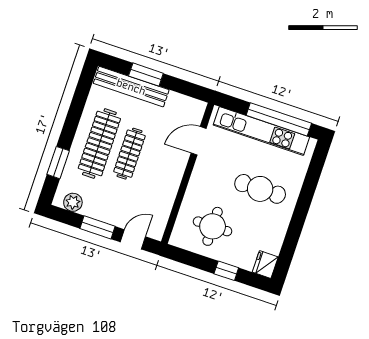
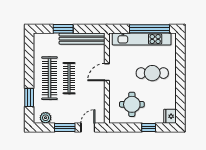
bench: (131, 87) -> (82, 39), moved
door: (199, 141) -> (107, 72), moved

